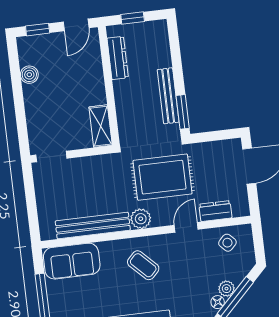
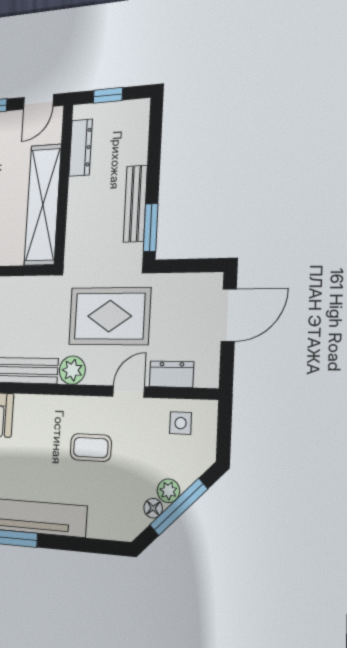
shelving: (101, 126) -> (43, 205), width x2.20, depth x1.33
side table: (227, 243) -> (181, 423), turned 45
coffee table: (143, 265) -> (91, 448), moved, turned -45

